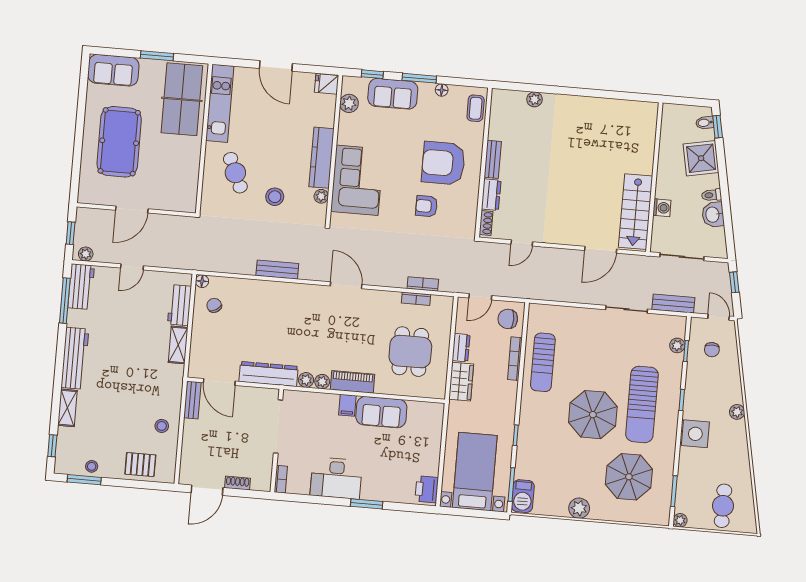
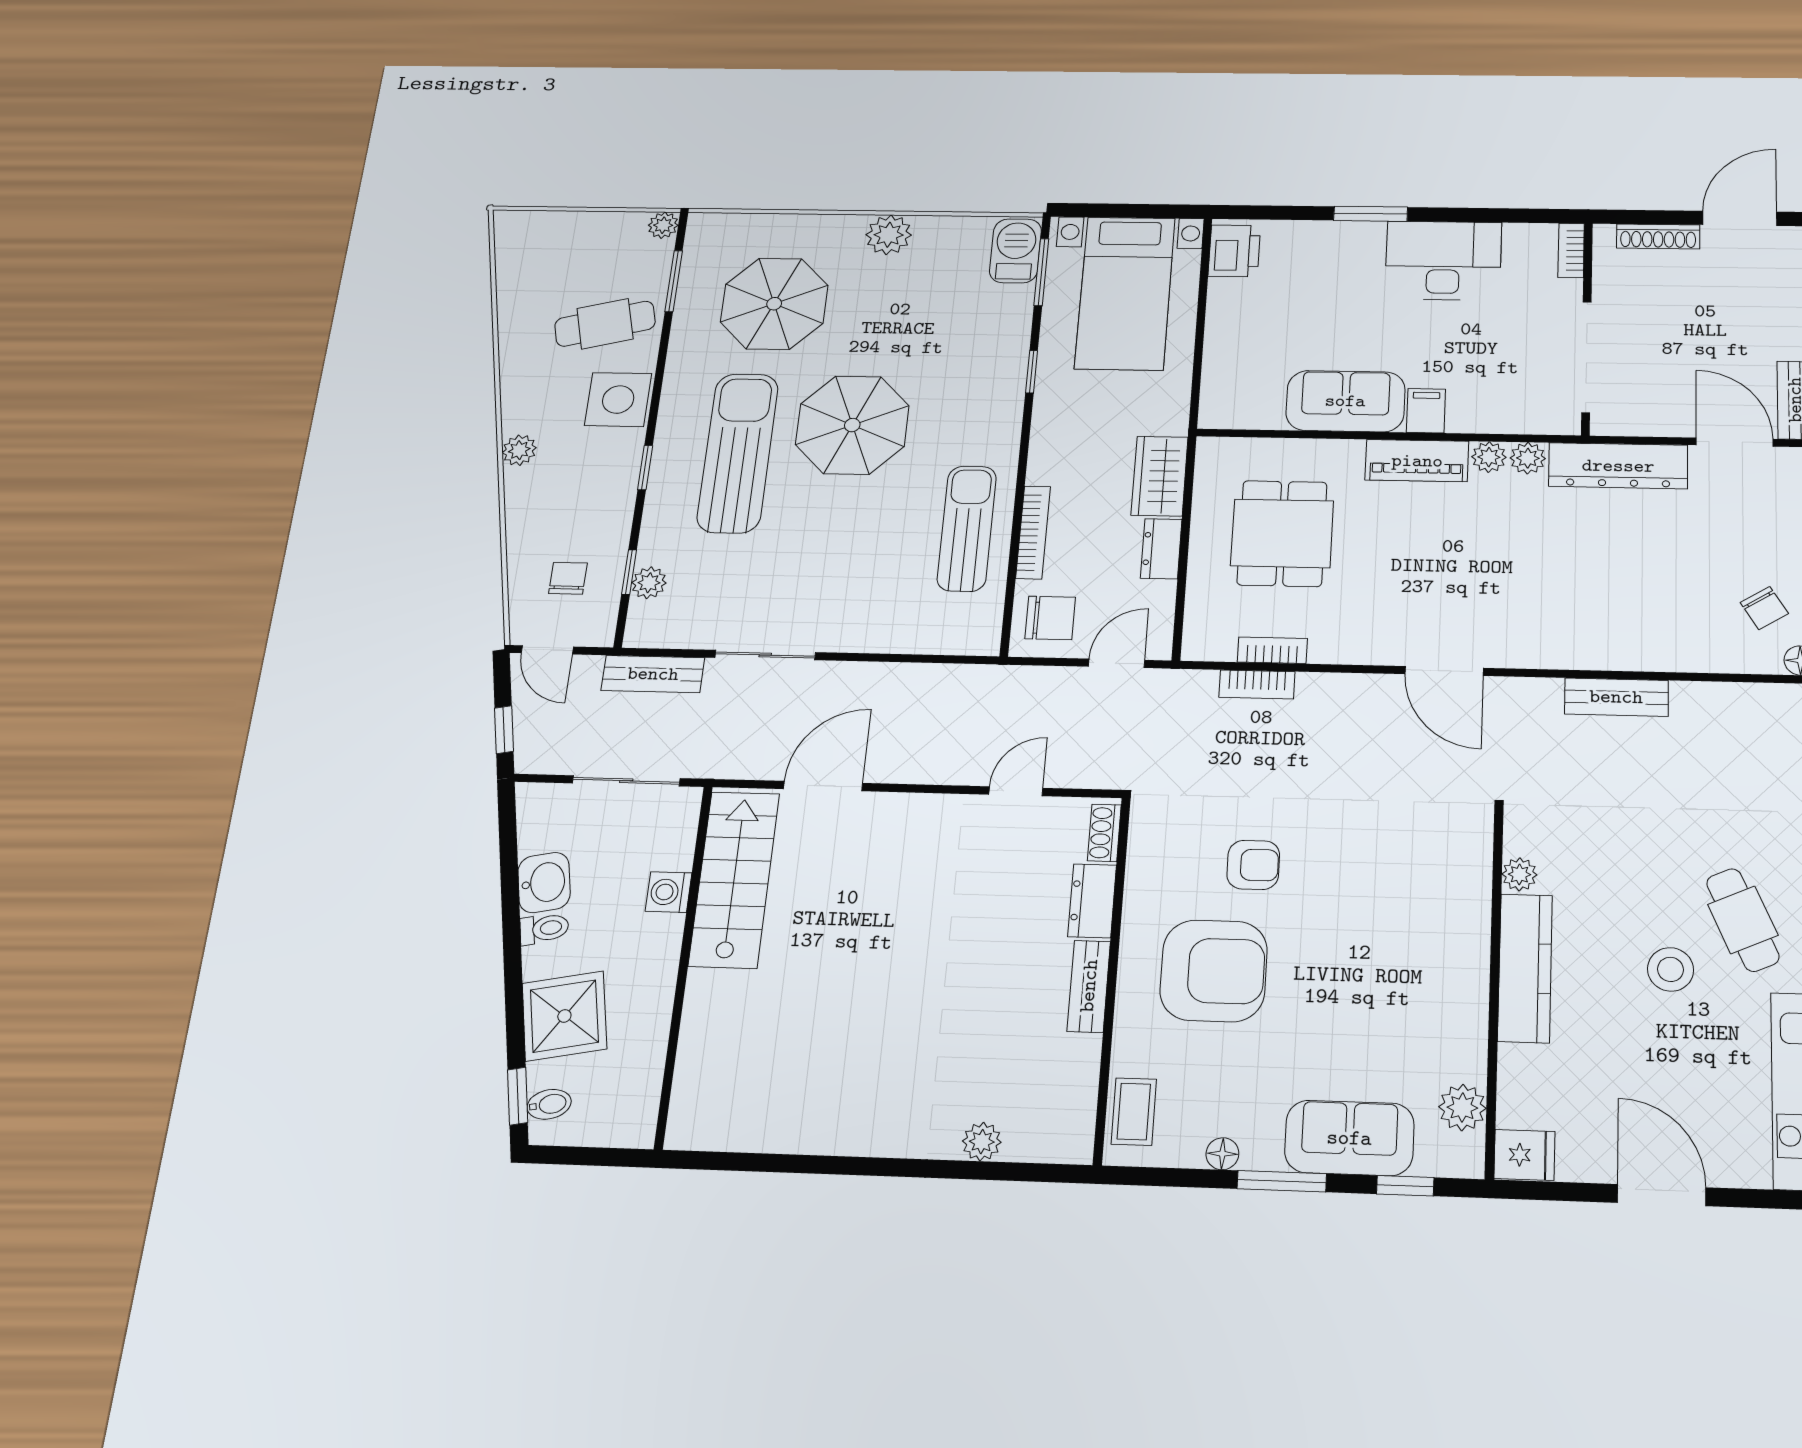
corner sofa: (357, 180) -> (1431, 918), removed
stool: (275, 197) -> (1671, 969), moved
shoe rack: (238, 483) -> (1658, 236), width x1.43
cafe table: (723, 506) -> (605, 324), moved, turned 76

